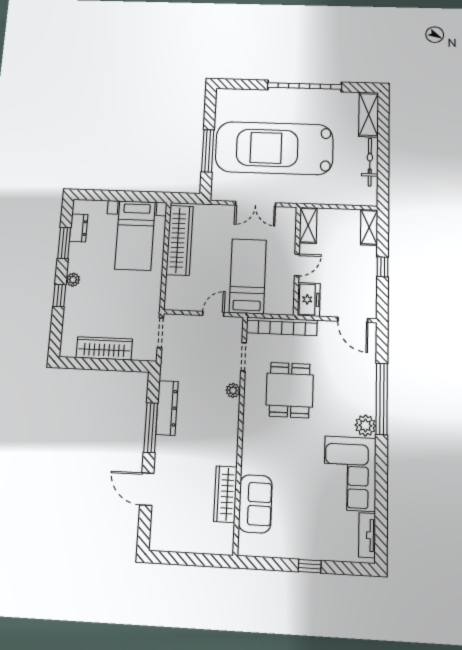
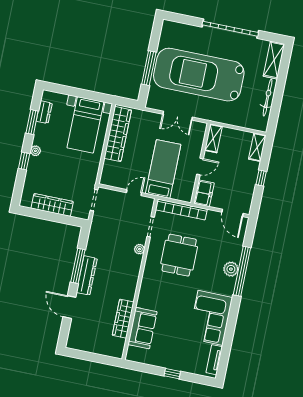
dresser: (167, 408) -> (87, 275), moved
plant: (365, 425) -> (231, 269), moved

